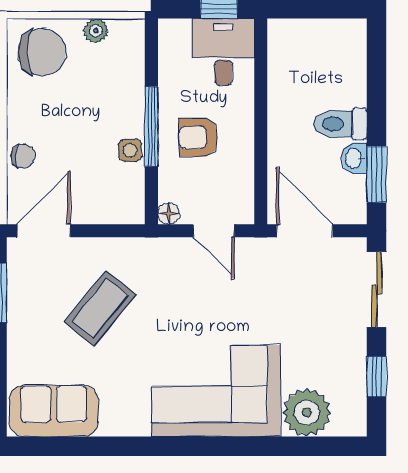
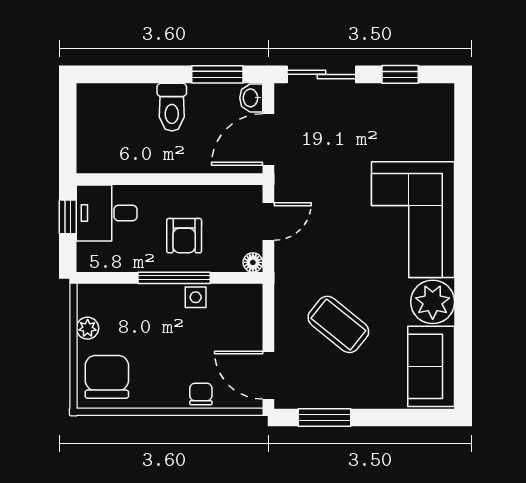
washbasin: (354, 158) -> (251, 98), moved, turned 90
plant: (307, 412) -> (433, 302), moved

